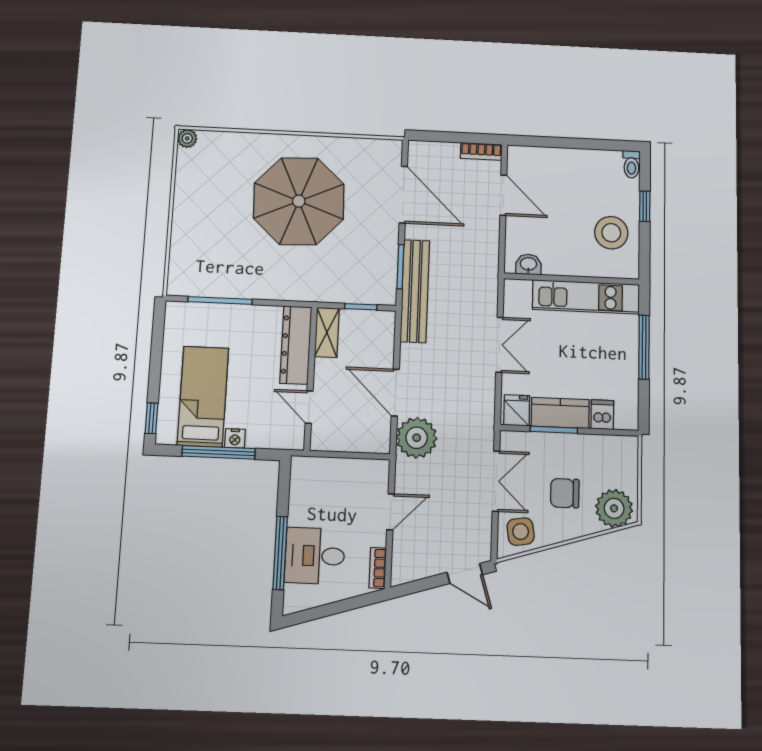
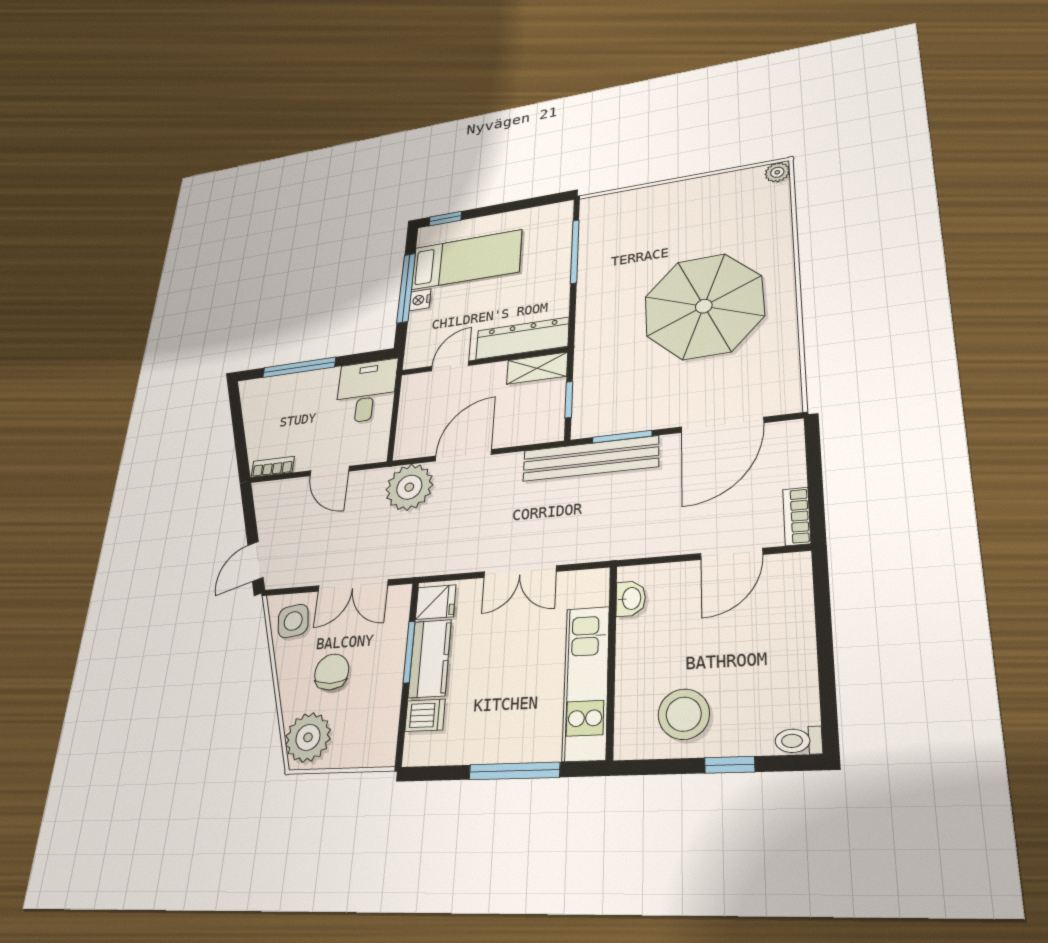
desk: (315, 556) -> (366, 391), moved

